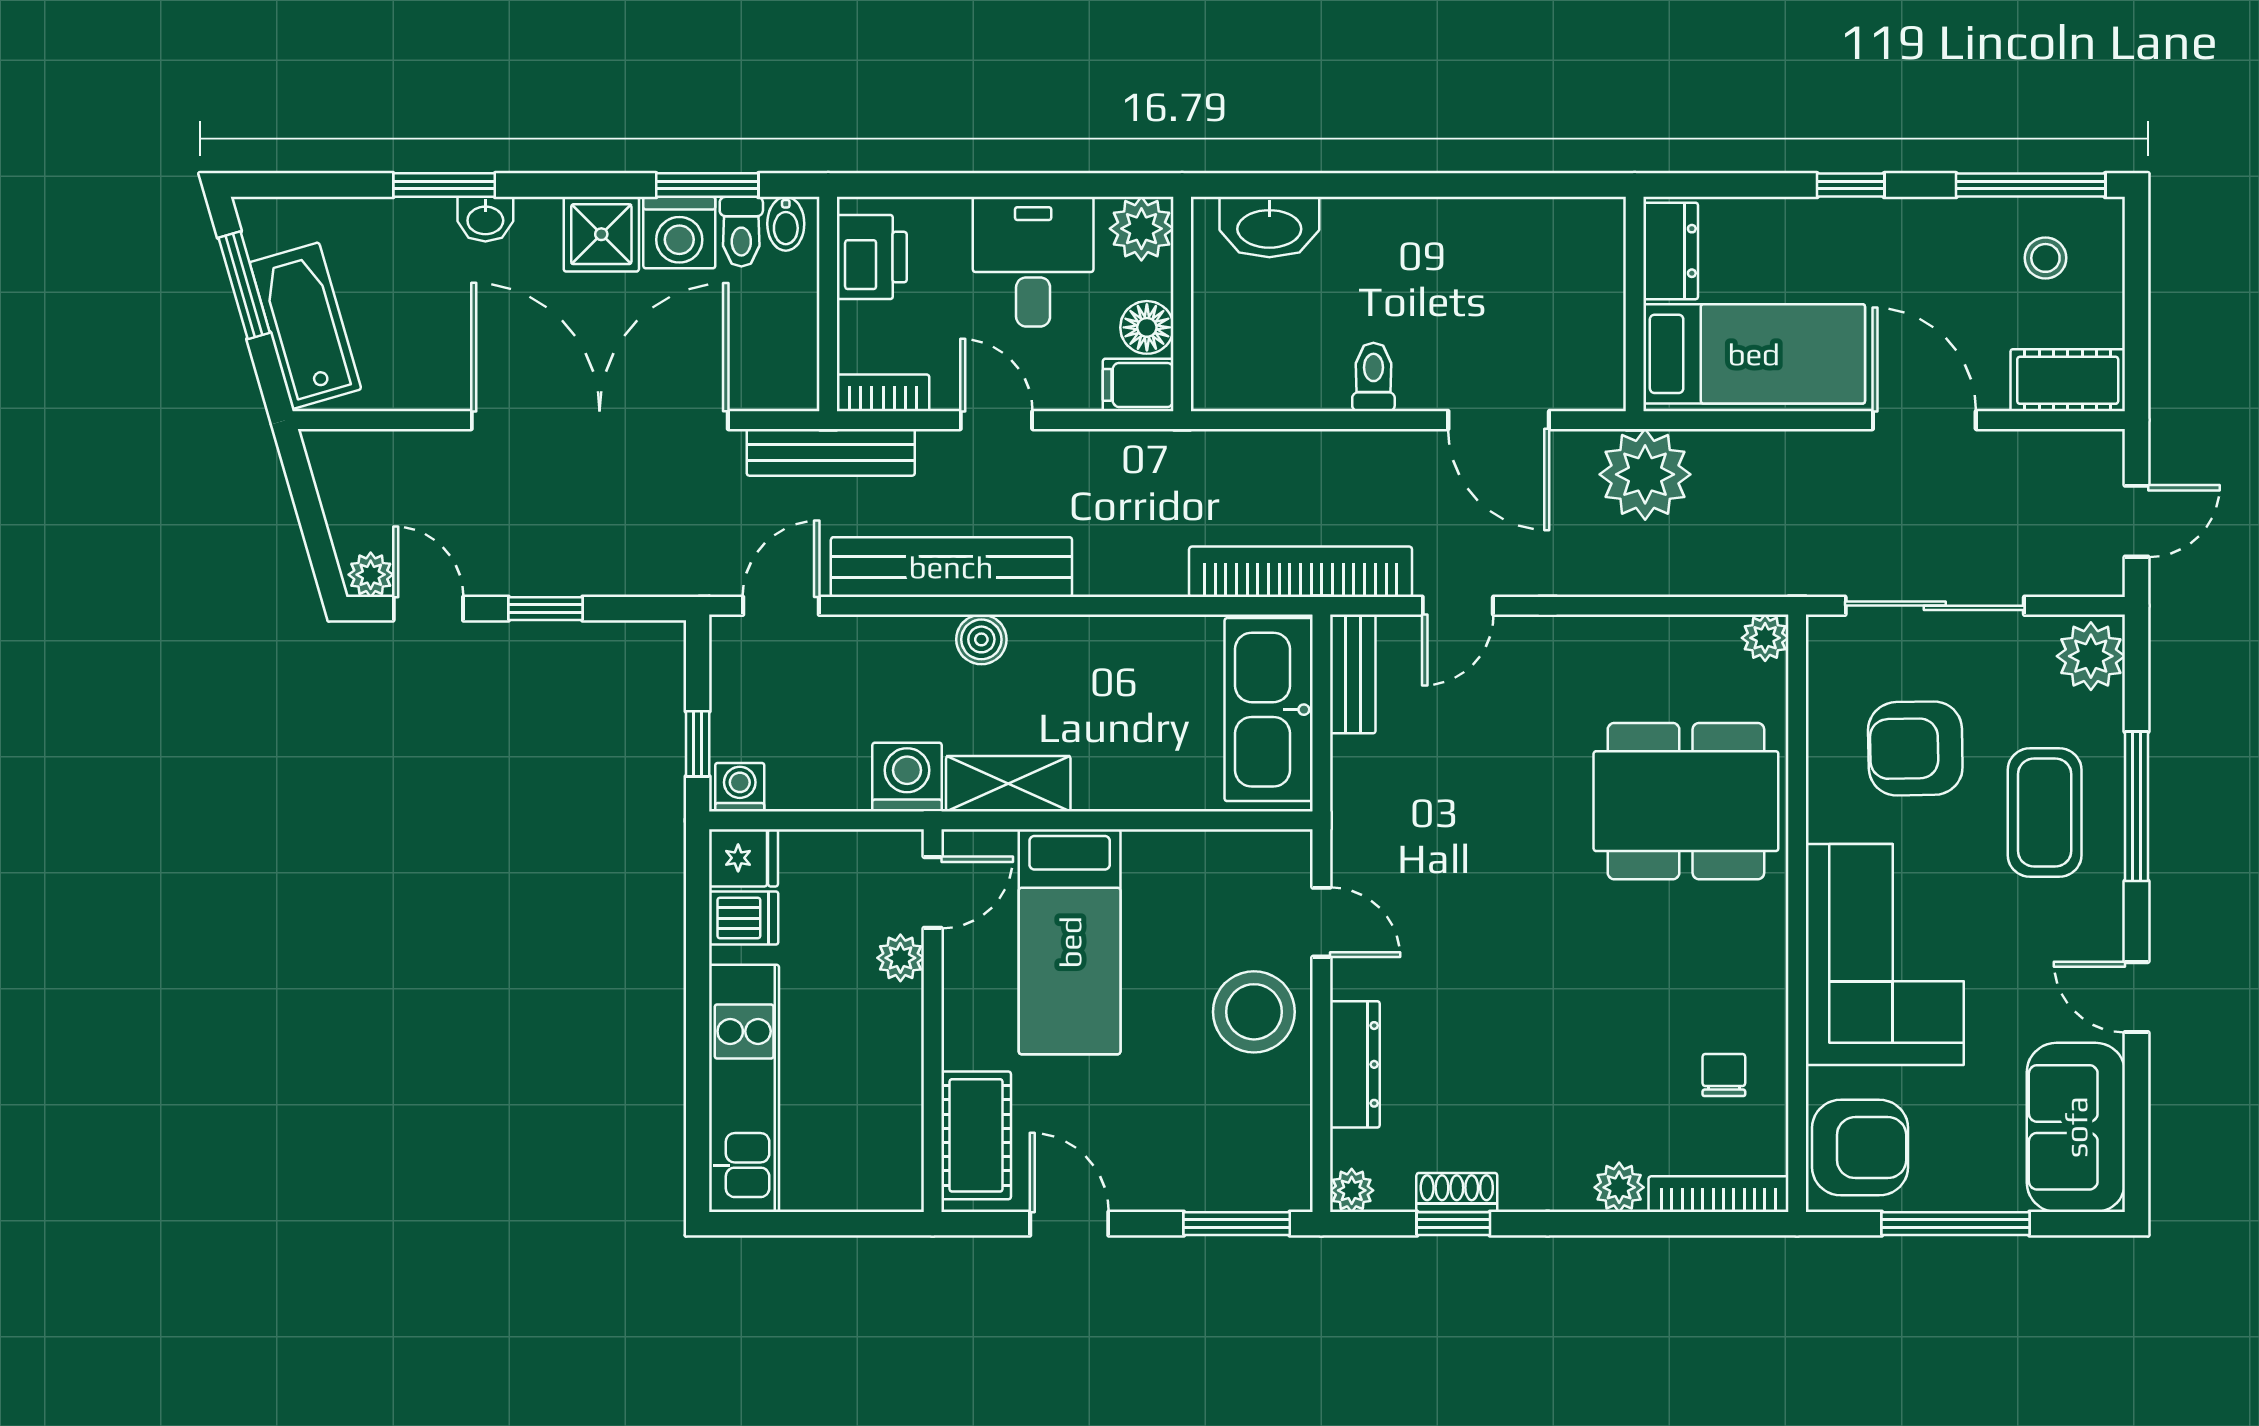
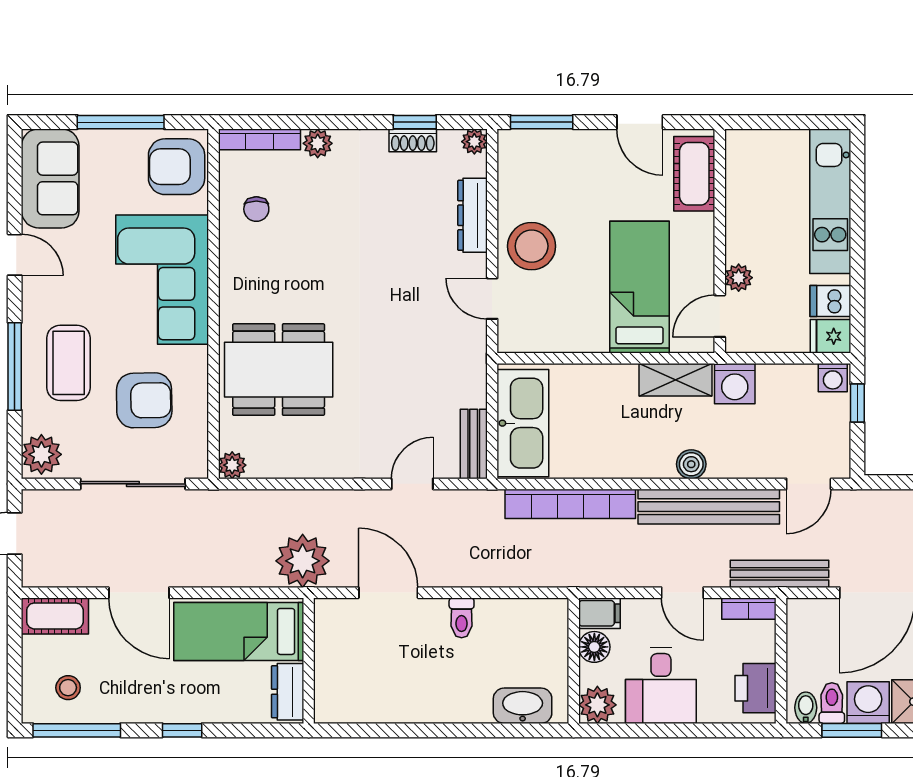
bookcase: (1301, 572) -> (570, 504), moved

